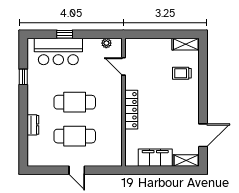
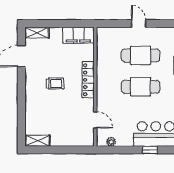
trolley: (182, 73) -> (55, 84), moved
filing cabinet: (155, 158) -> (78, 35), moved

